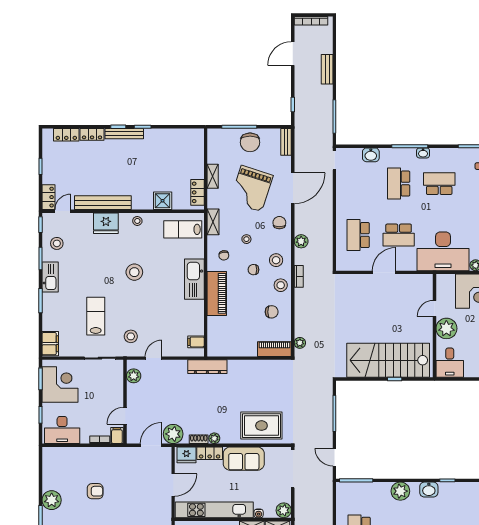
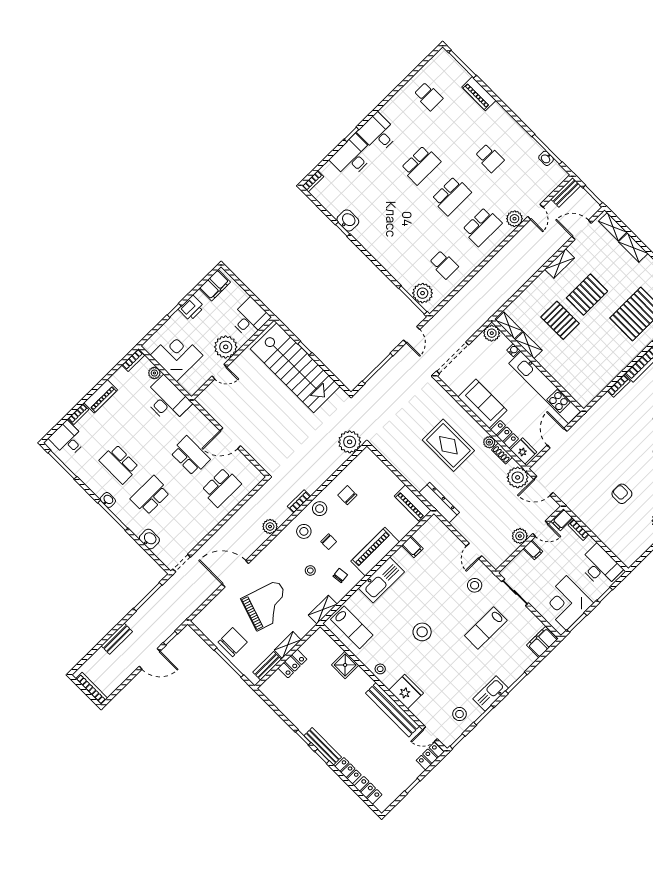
door: (293, 54) -> (150, 659), moved
bench: (286, 142) -> (267, 666), moved
school desk: (399, 184) -> (150, 495), turned 180
locker: (197, 192) -> (292, 664), moved
chair: (279, 223) -> (272, 558), removed
desk: (443, 251) -> (167, 400), width x0.73, depth x0.77
filing cabinet: (196, 342) -> (412, 547), moved
plant: (300, 343) -> (350, 442), width x1.88, depth x1.88
piano: (274, 349) -> (413, 503), moved
door: (154, 358) -> (474, 551), hinge flipped
plant: (134, 376) -> (520, 536), moved
filing cabinet: (116, 397) -> (533, 550), added
rug: (261, 426) -> (448, 445), moved
door: (173, 485) -> (557, 438), hinge flipped
washbasin: (429, 490) -> (348, 220), moved
plant: (400, 491) -> (423, 293), moved

